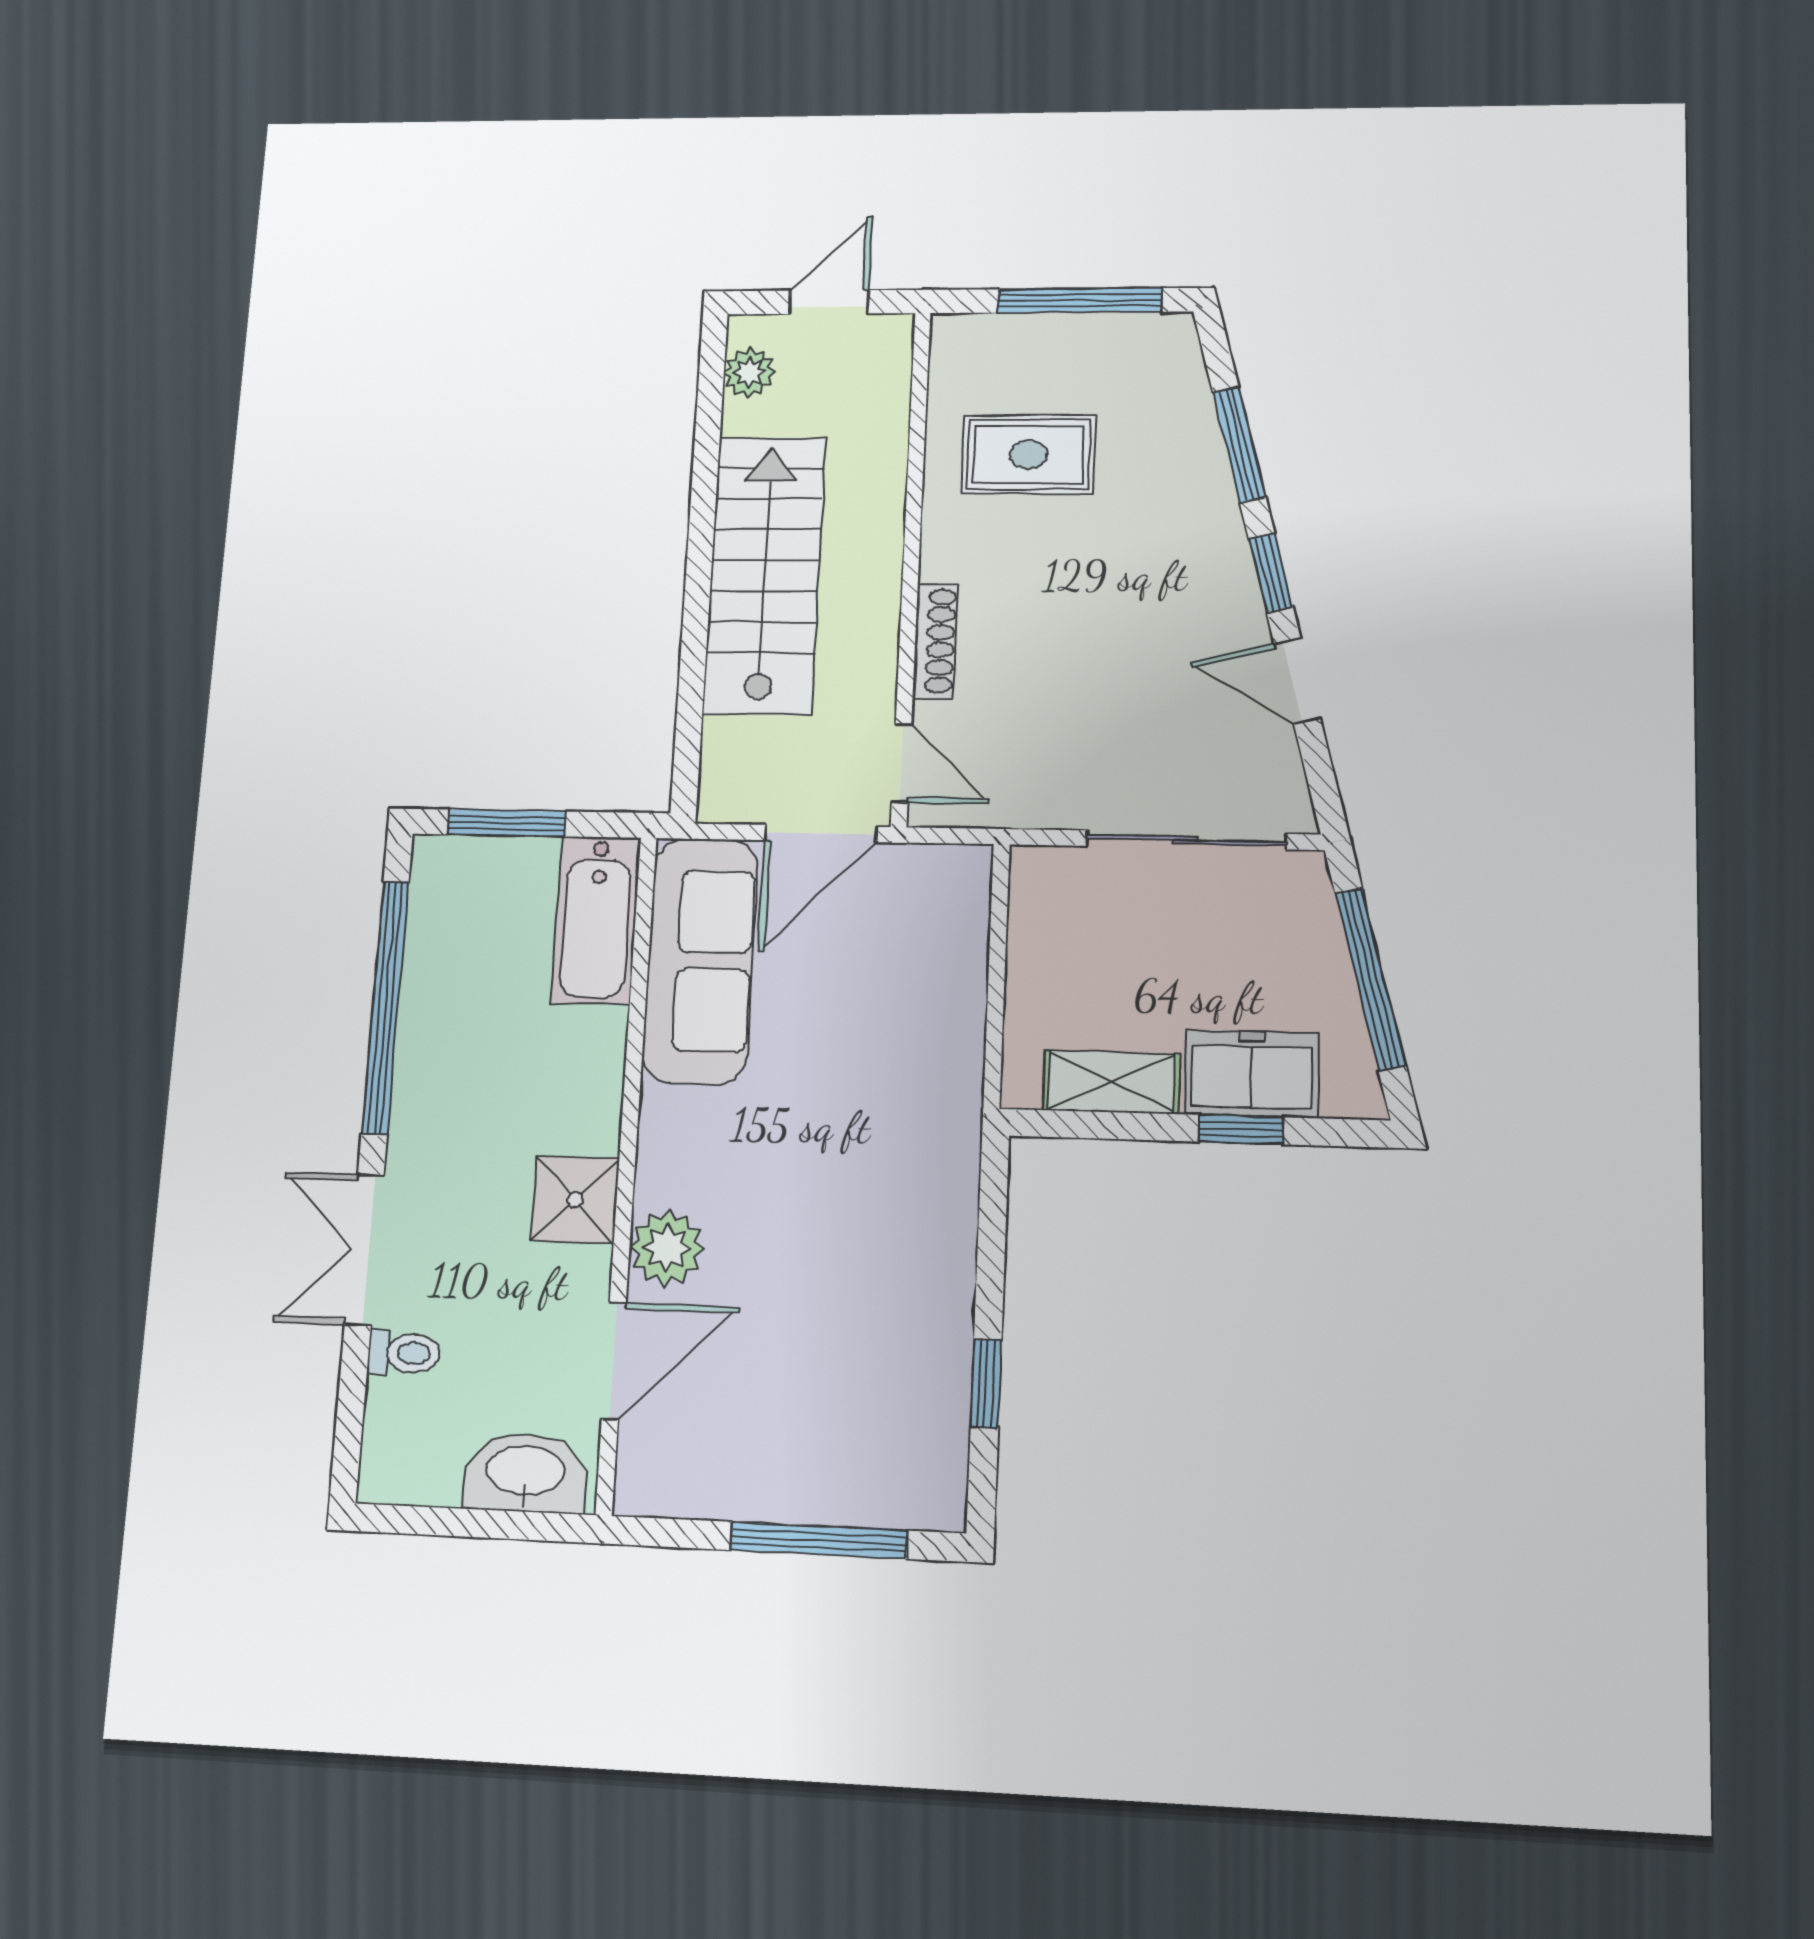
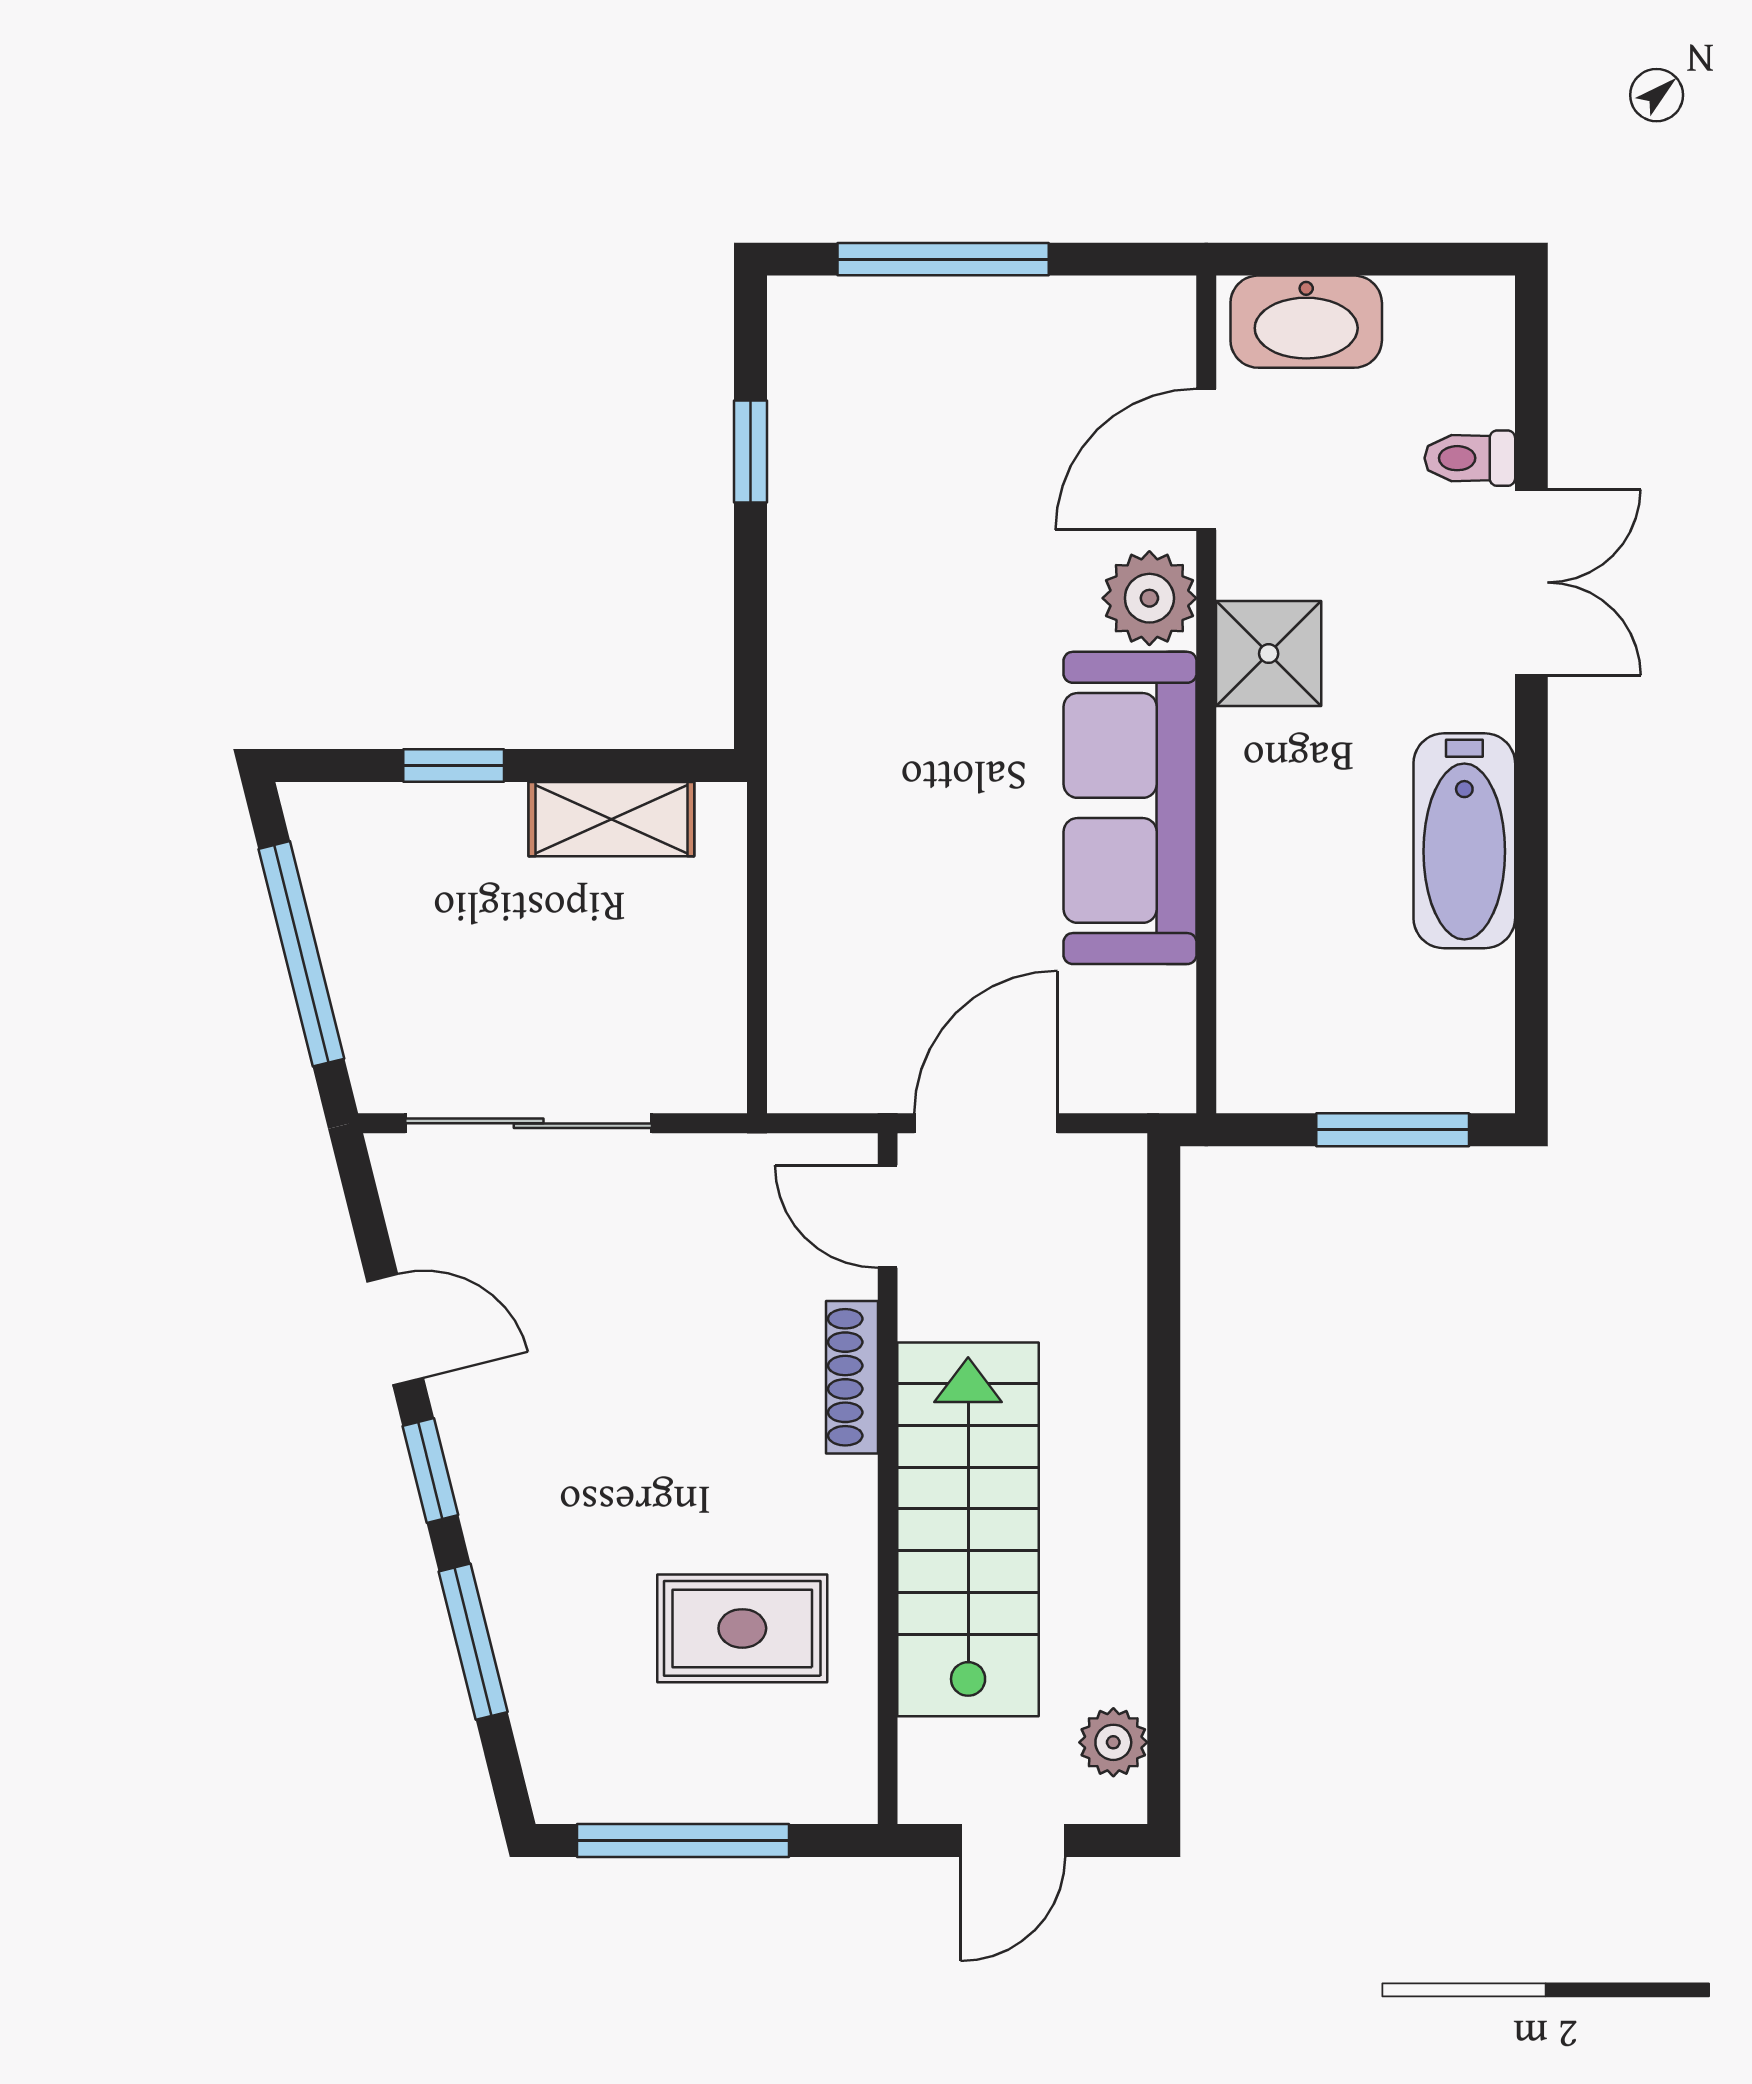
stairs: (765, 575) -> (968, 1529), moved, turned 180
bathtub: (596, 920) -> (1464, 841), moved, turned 180
sofa: (700, 961) -> (1130, 808), moved
window: (385, 1007) -> (1531, 888), removed
freezer: (1251, 1074) -> (442, 834), removed

